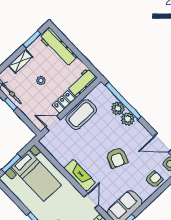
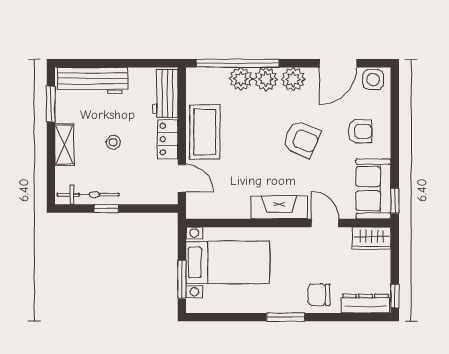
door: (53, 123) -> (182, 178), swing flipped
plant: (138, 130) -> (293, 79), added
armchair: (154, 179) -> (360, 131), moved, turned 90

